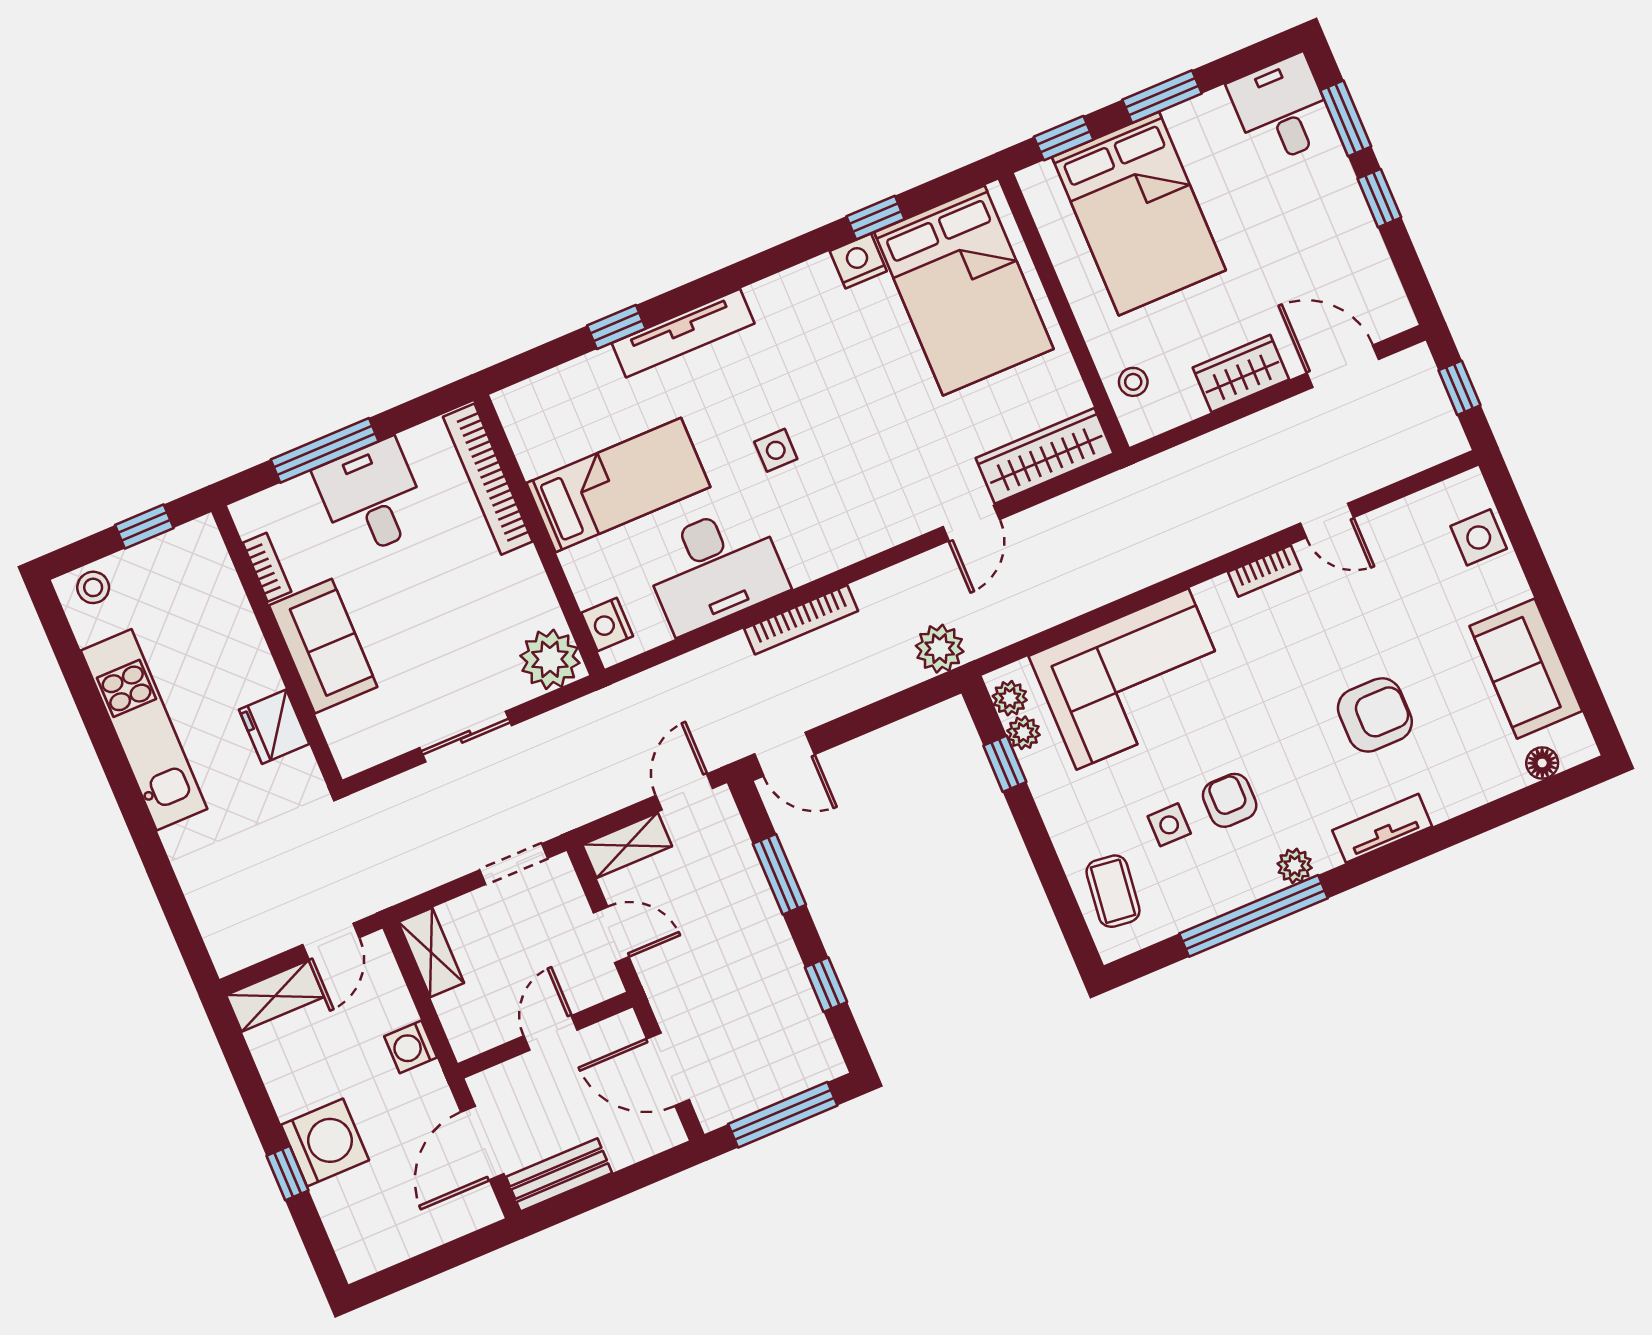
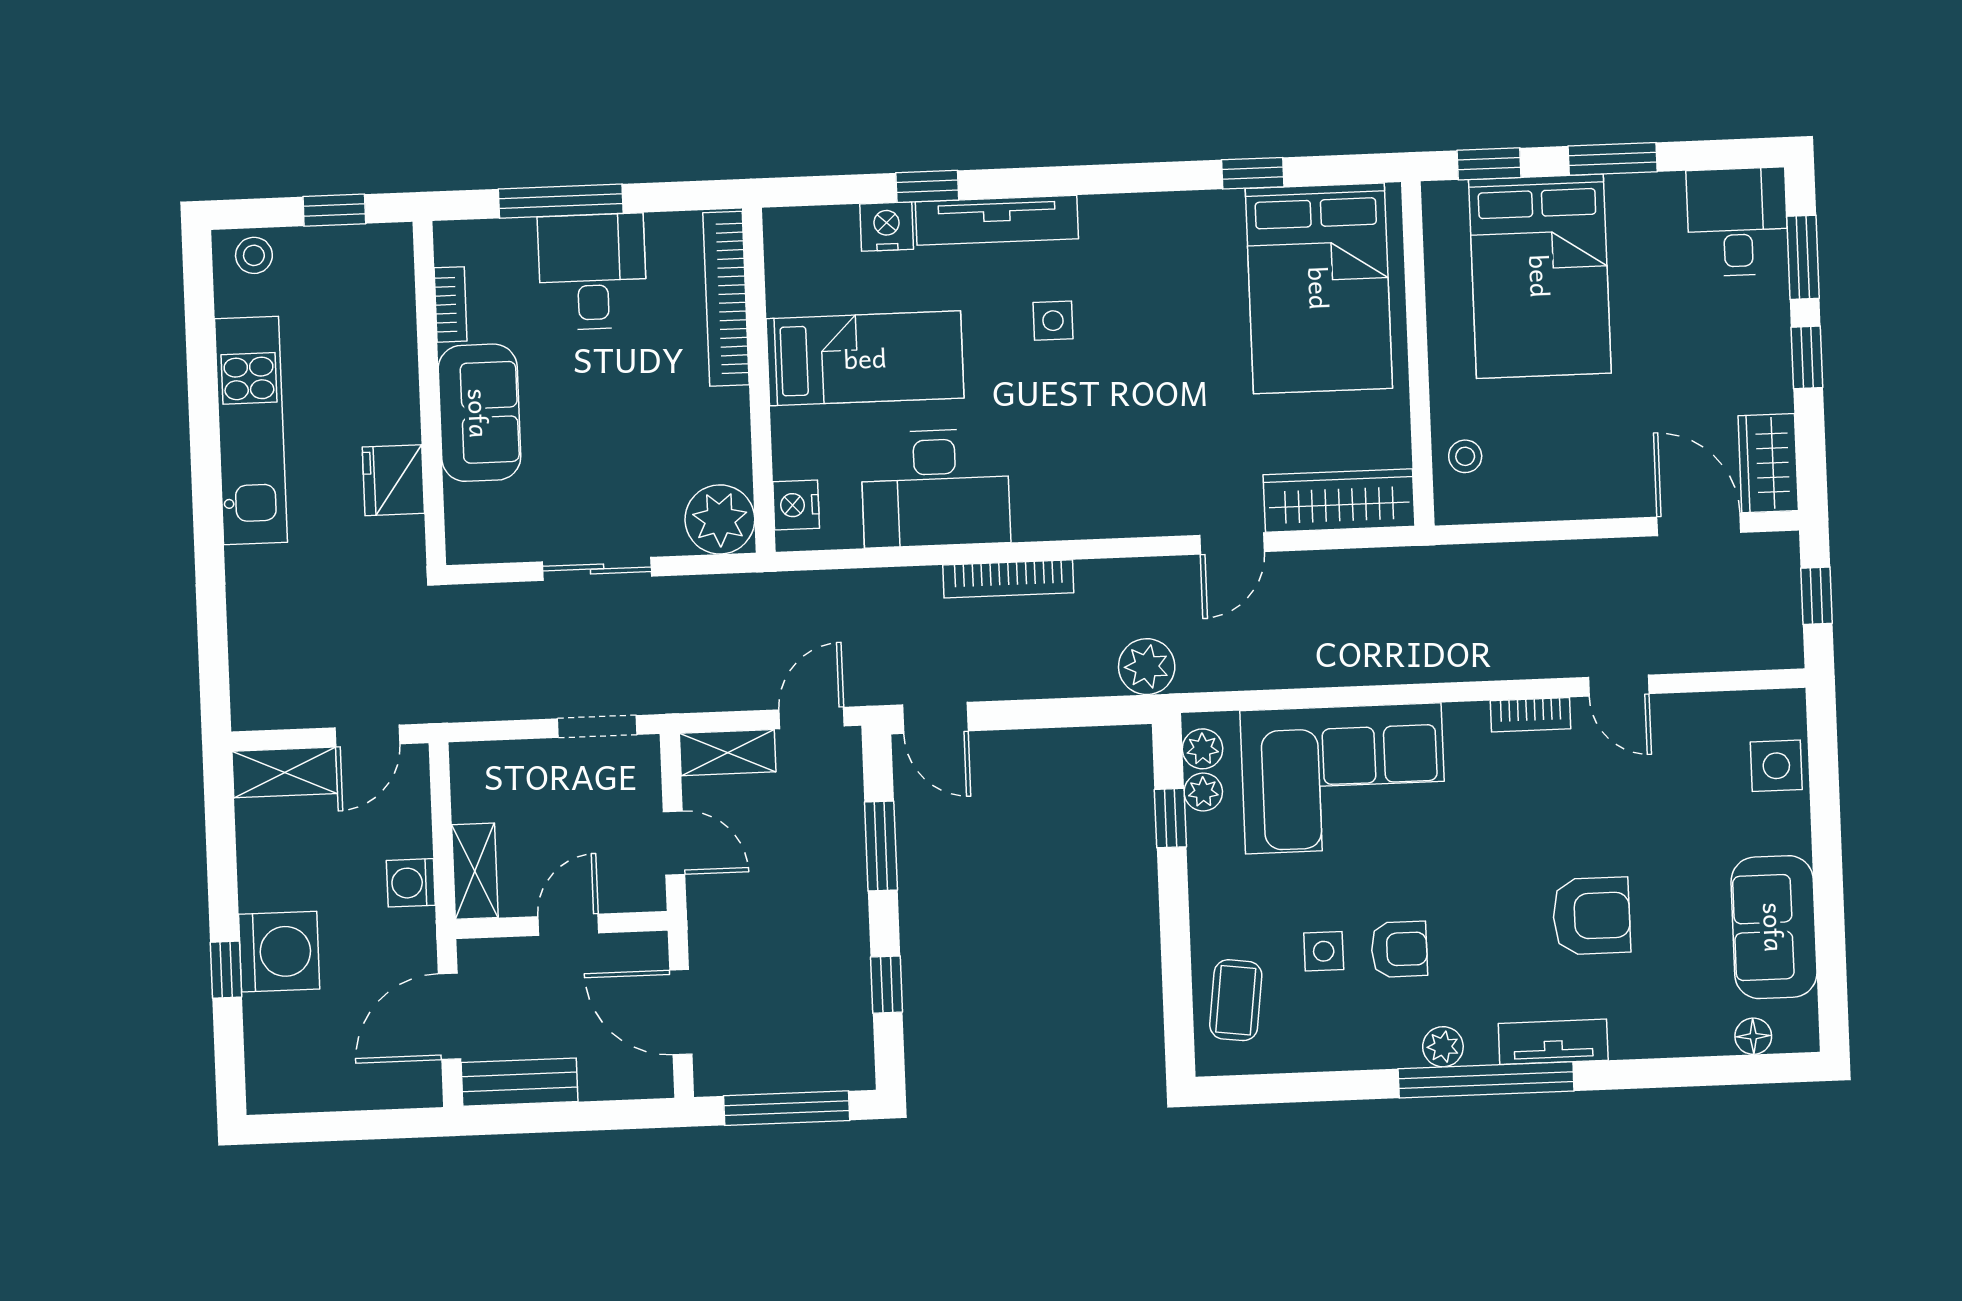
nightstand: (858, 261) -> (887, 227), moved
wardrobe: (1241, 374) -> (1768, 463), moved, turned -90
side table: (776, 450) -> (1053, 321), moved
armchair: (1230, 800) -> (1399, 949), turned 90
window: (1254, 916) -> (1486, 1080), moved
shelving: (431, 953) -> (475, 871), moved

